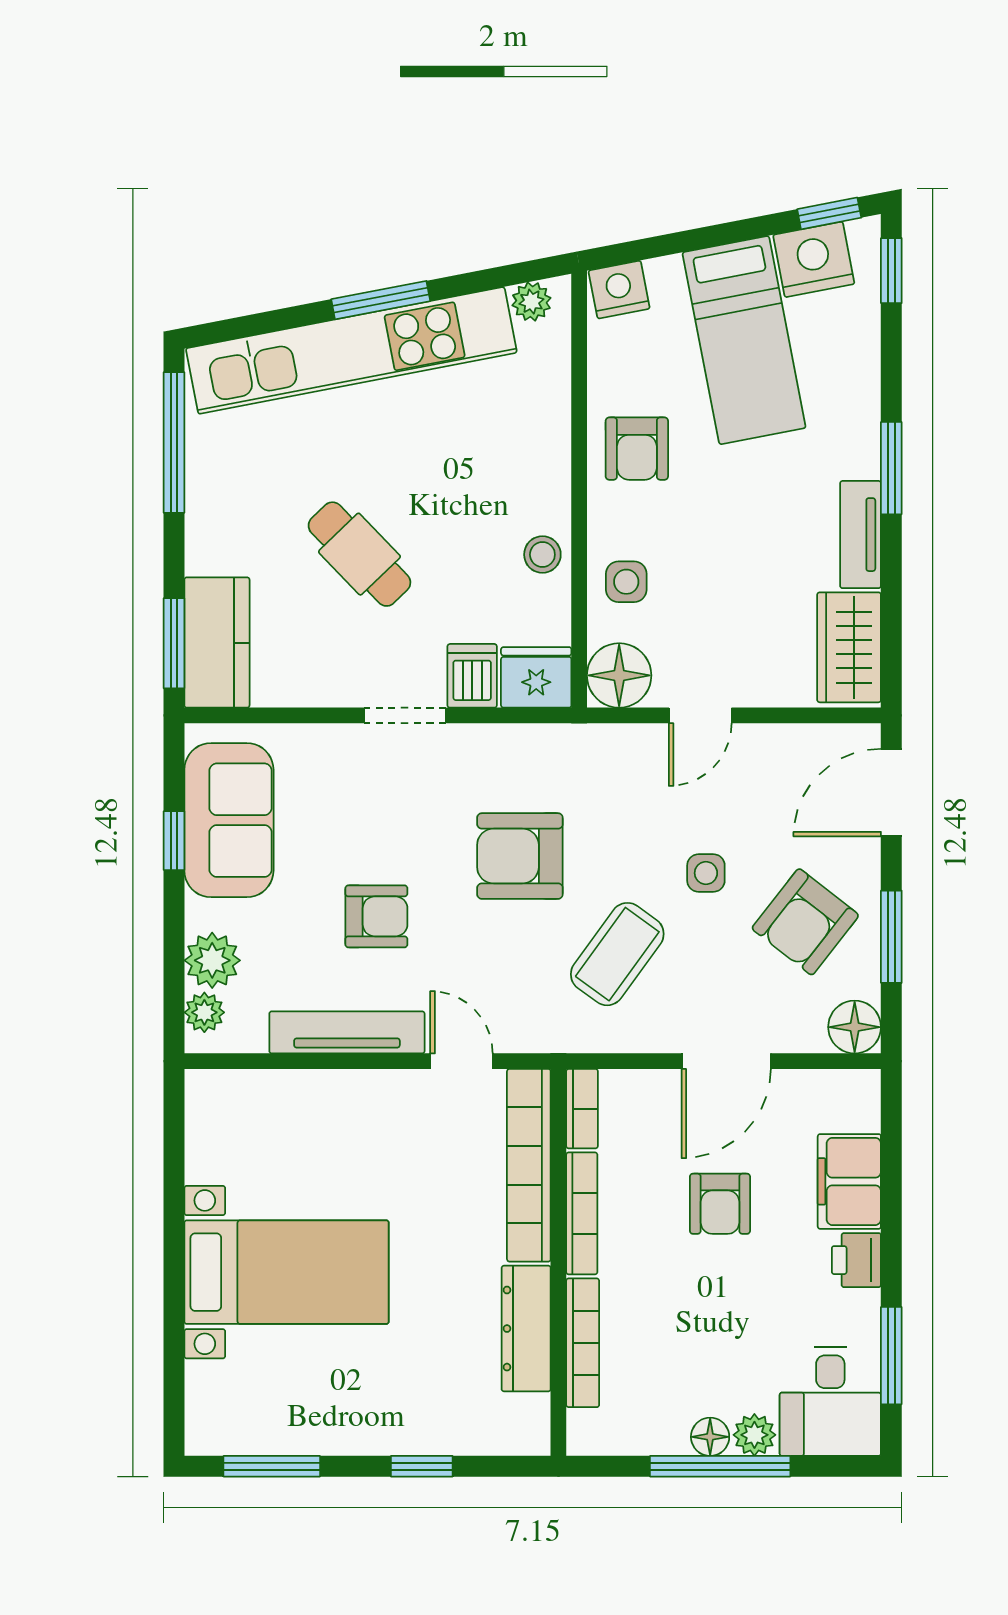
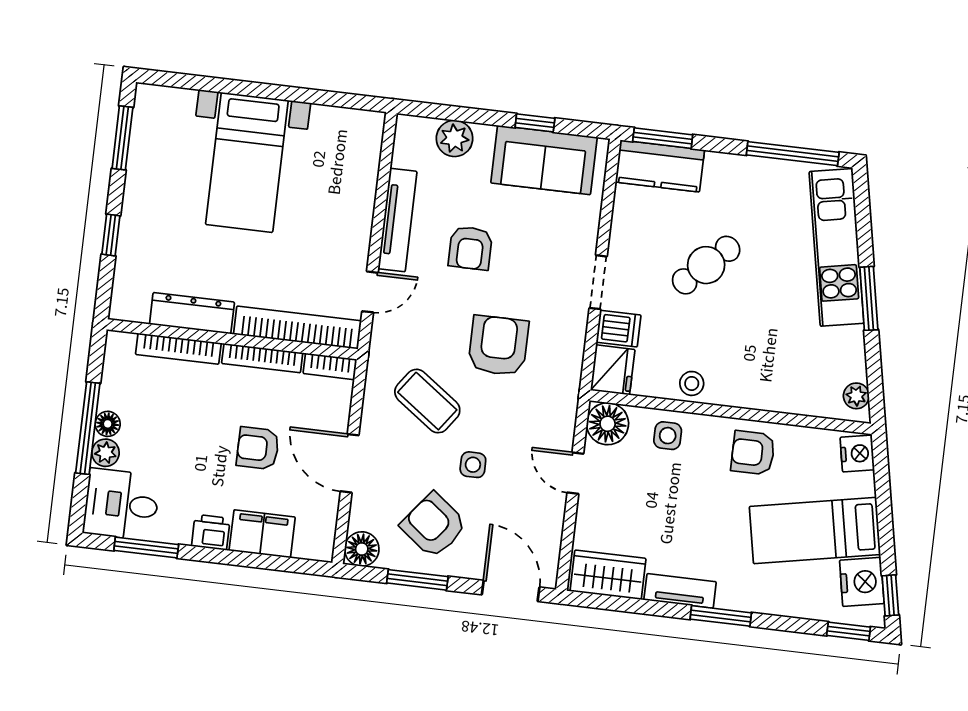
kitchen unit: (351, 350) -> (837, 247), width x0.73
plant: (204, 1012) -> (421, 129), removed

